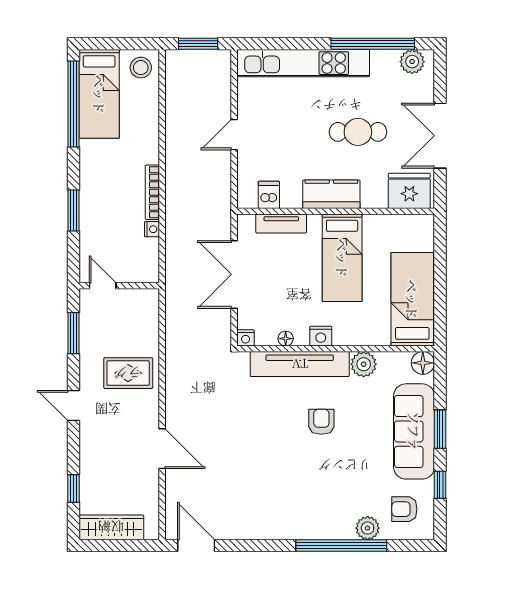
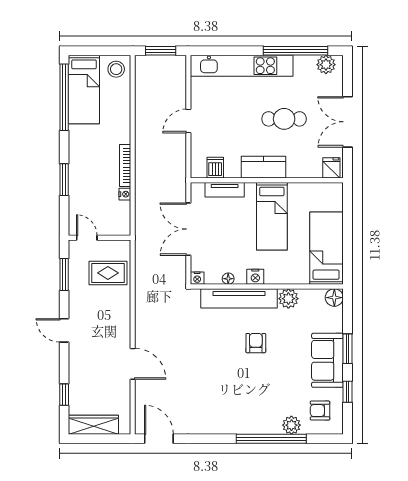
fridge: (409, 191) -> (331, 168), width x0.53, depth x0.75
rug: (128, 373) -> (108, 273), moved
sofa: (414, 431) -> (327, 360), width x0.73

